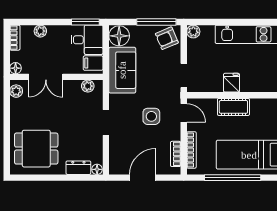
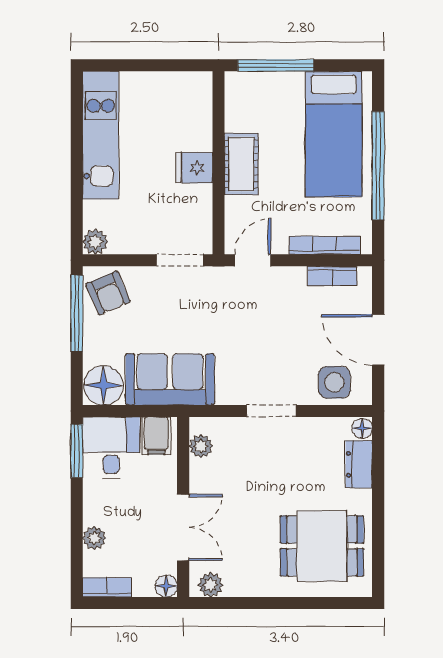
side table: (151, 116) -> (334, 382), moved
dining table: (36, 149) -> (322, 546), turned 90

